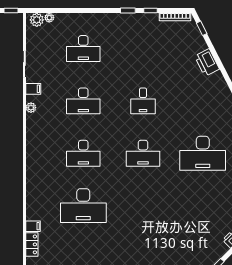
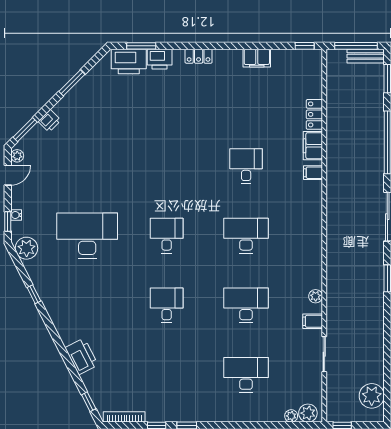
desk: (143, 153) -> (167, 236), width x0.73
filing cabinet: (33, 201) -> (313, 173), added
desk: (83, 206) -> (246, 166), width x0.53, depth x0.77
filing cabinet: (33, 226) -> (313, 146), width x2.00

